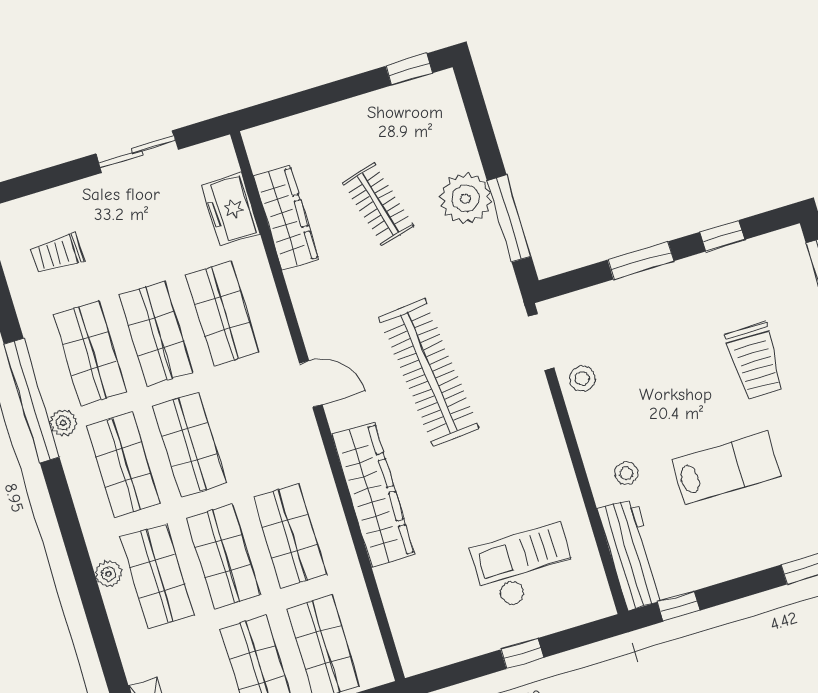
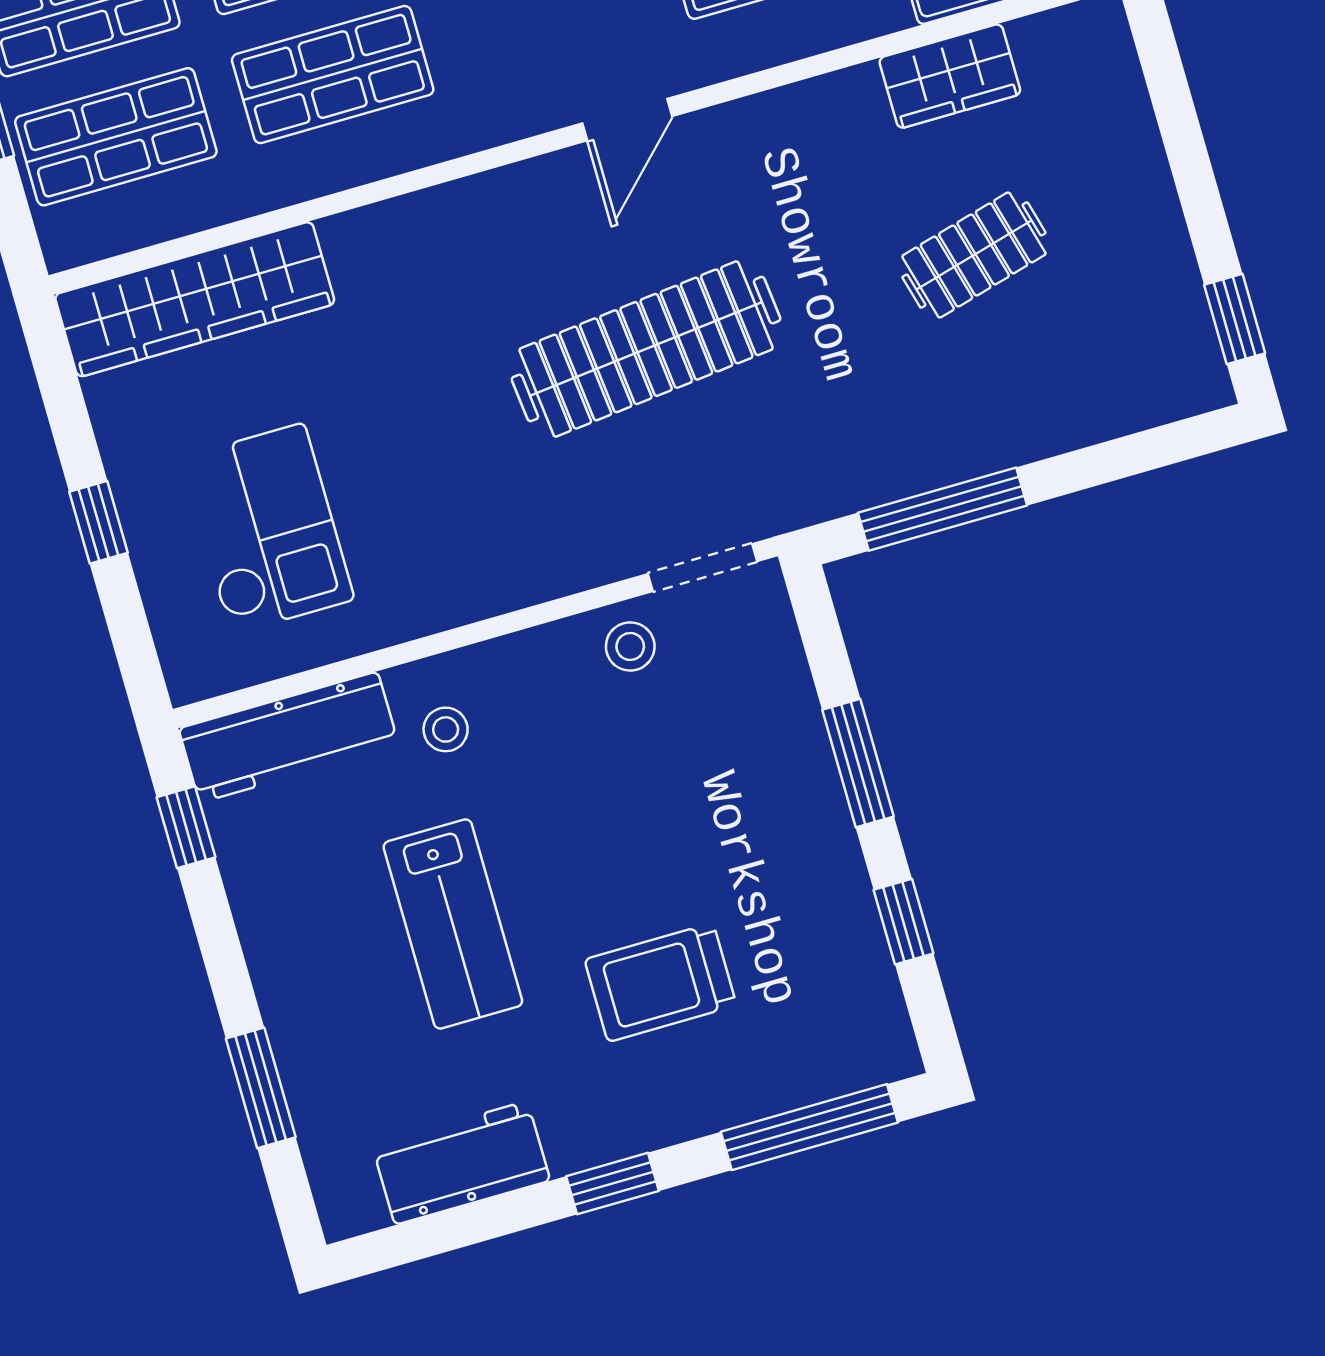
plant: (466, 199) -> (983, 425), removed
wardrobe: (286, 218) -> (950, 76), width x0.67
wardrobe: (373, 495) -> (195, 299), moved

